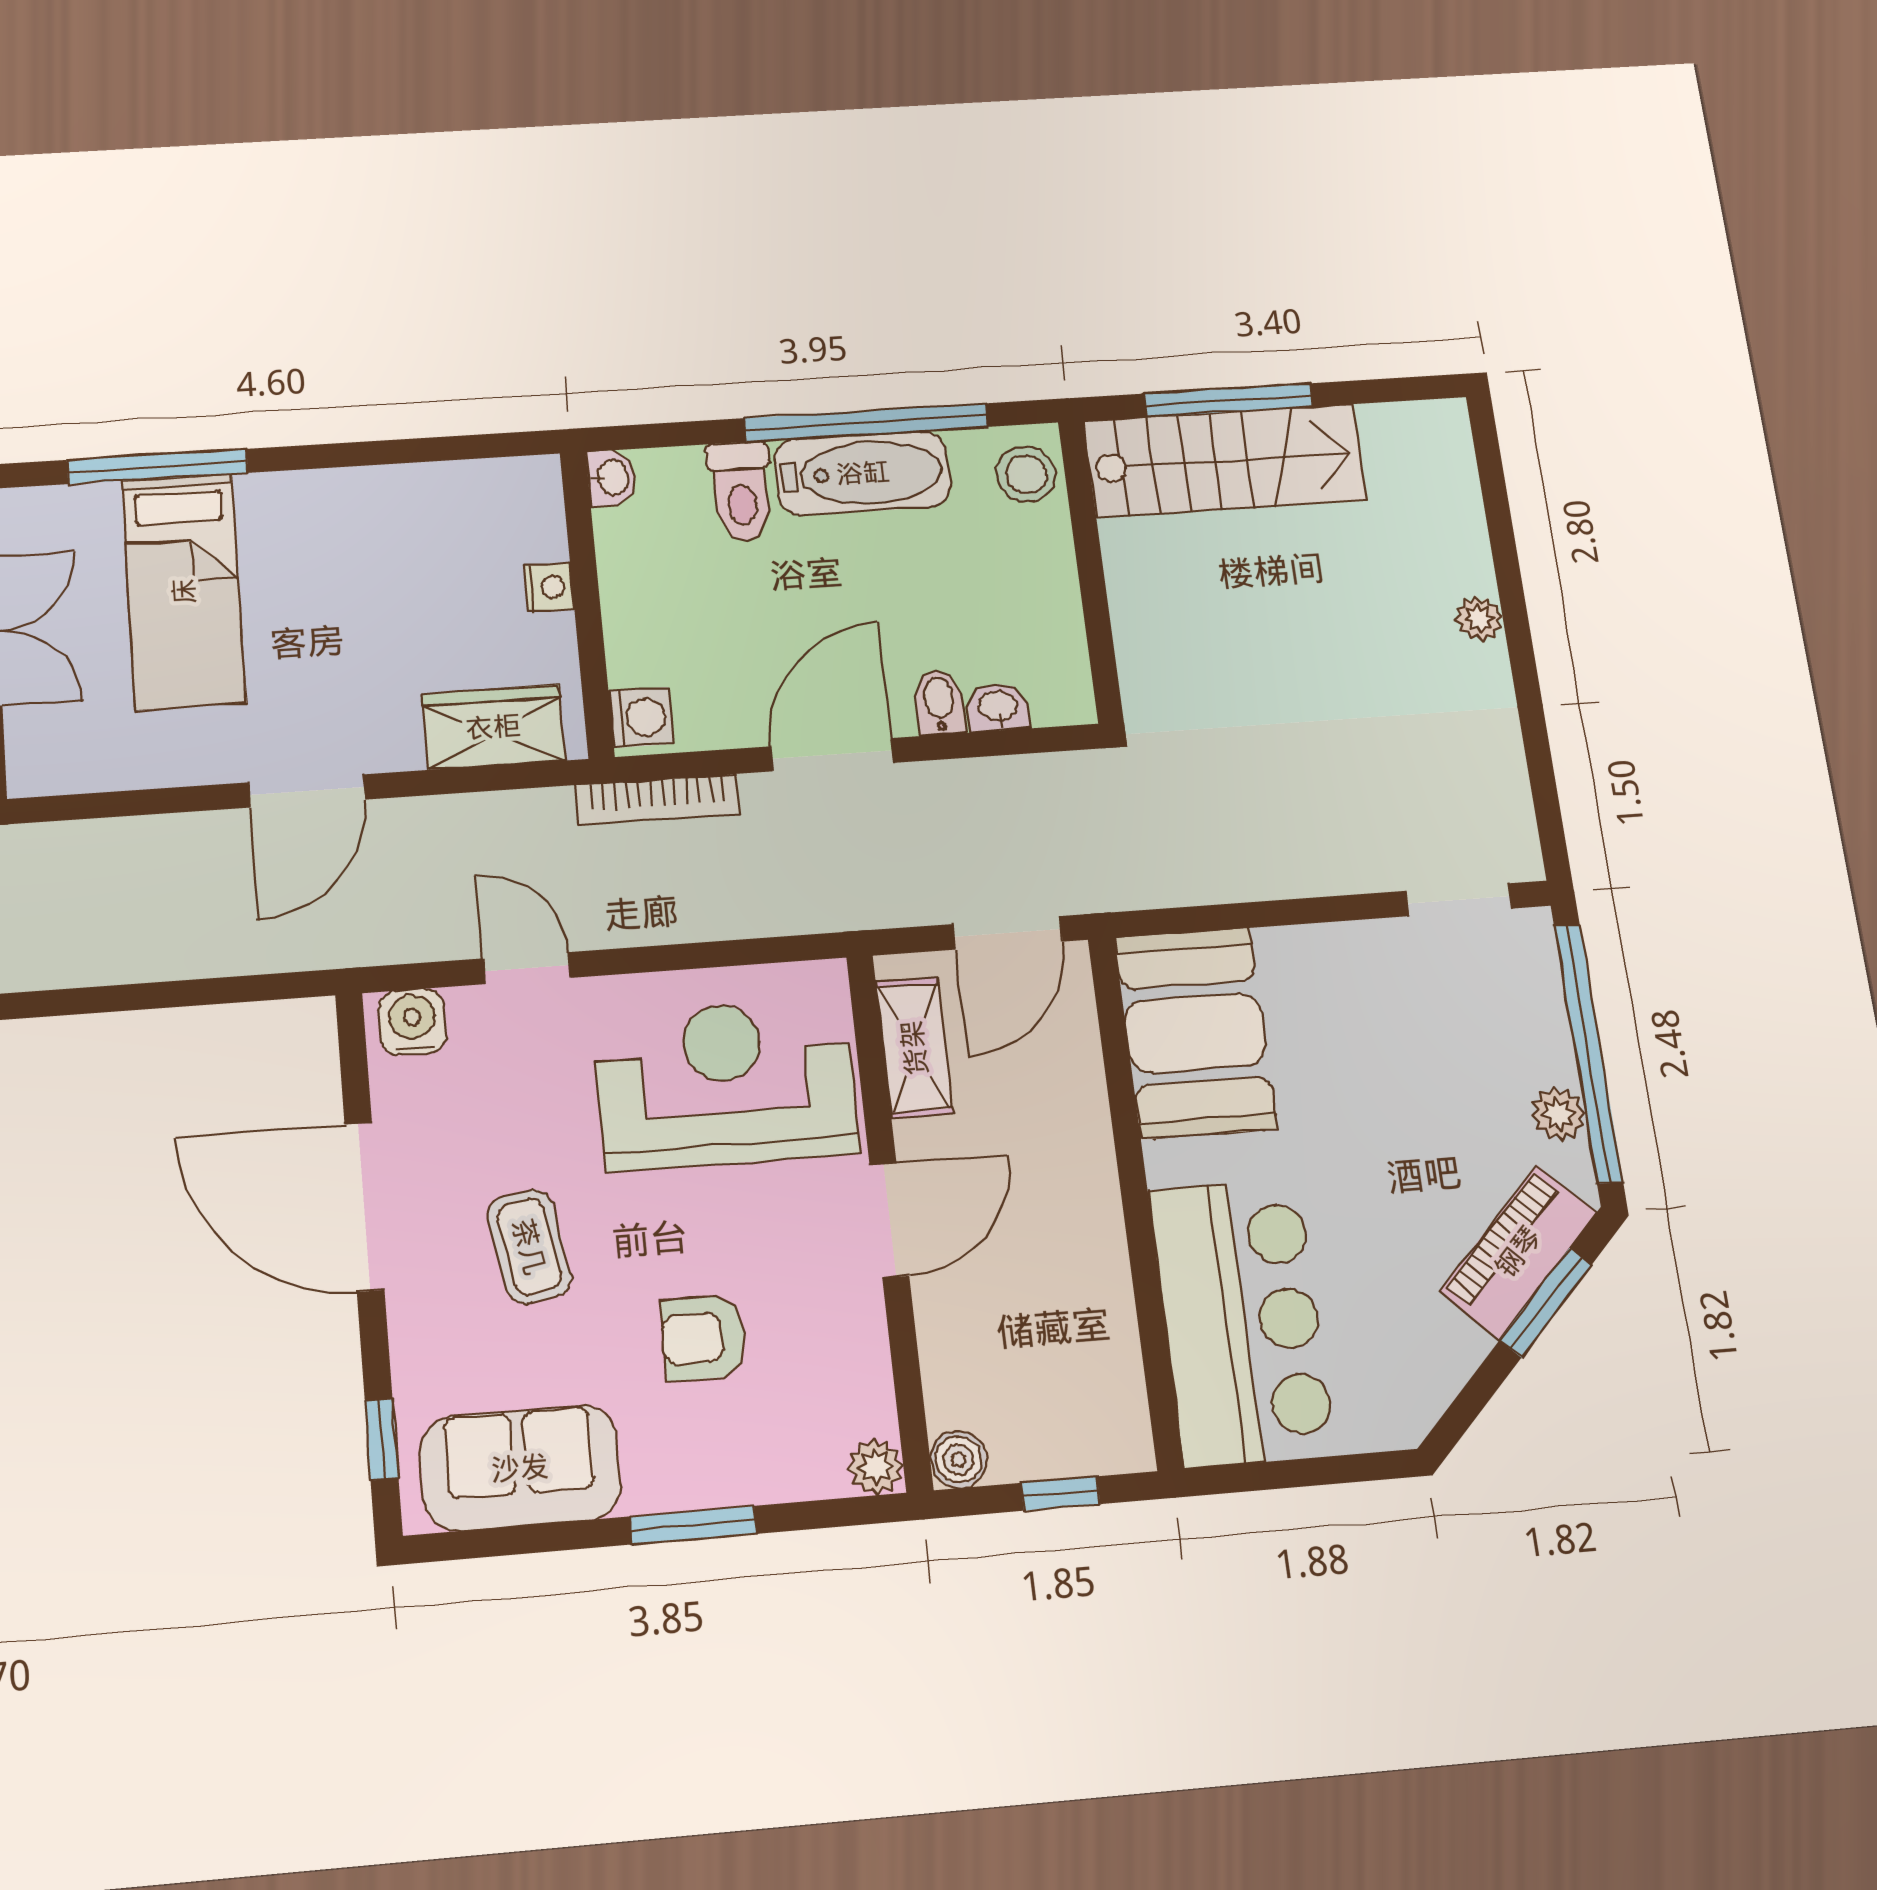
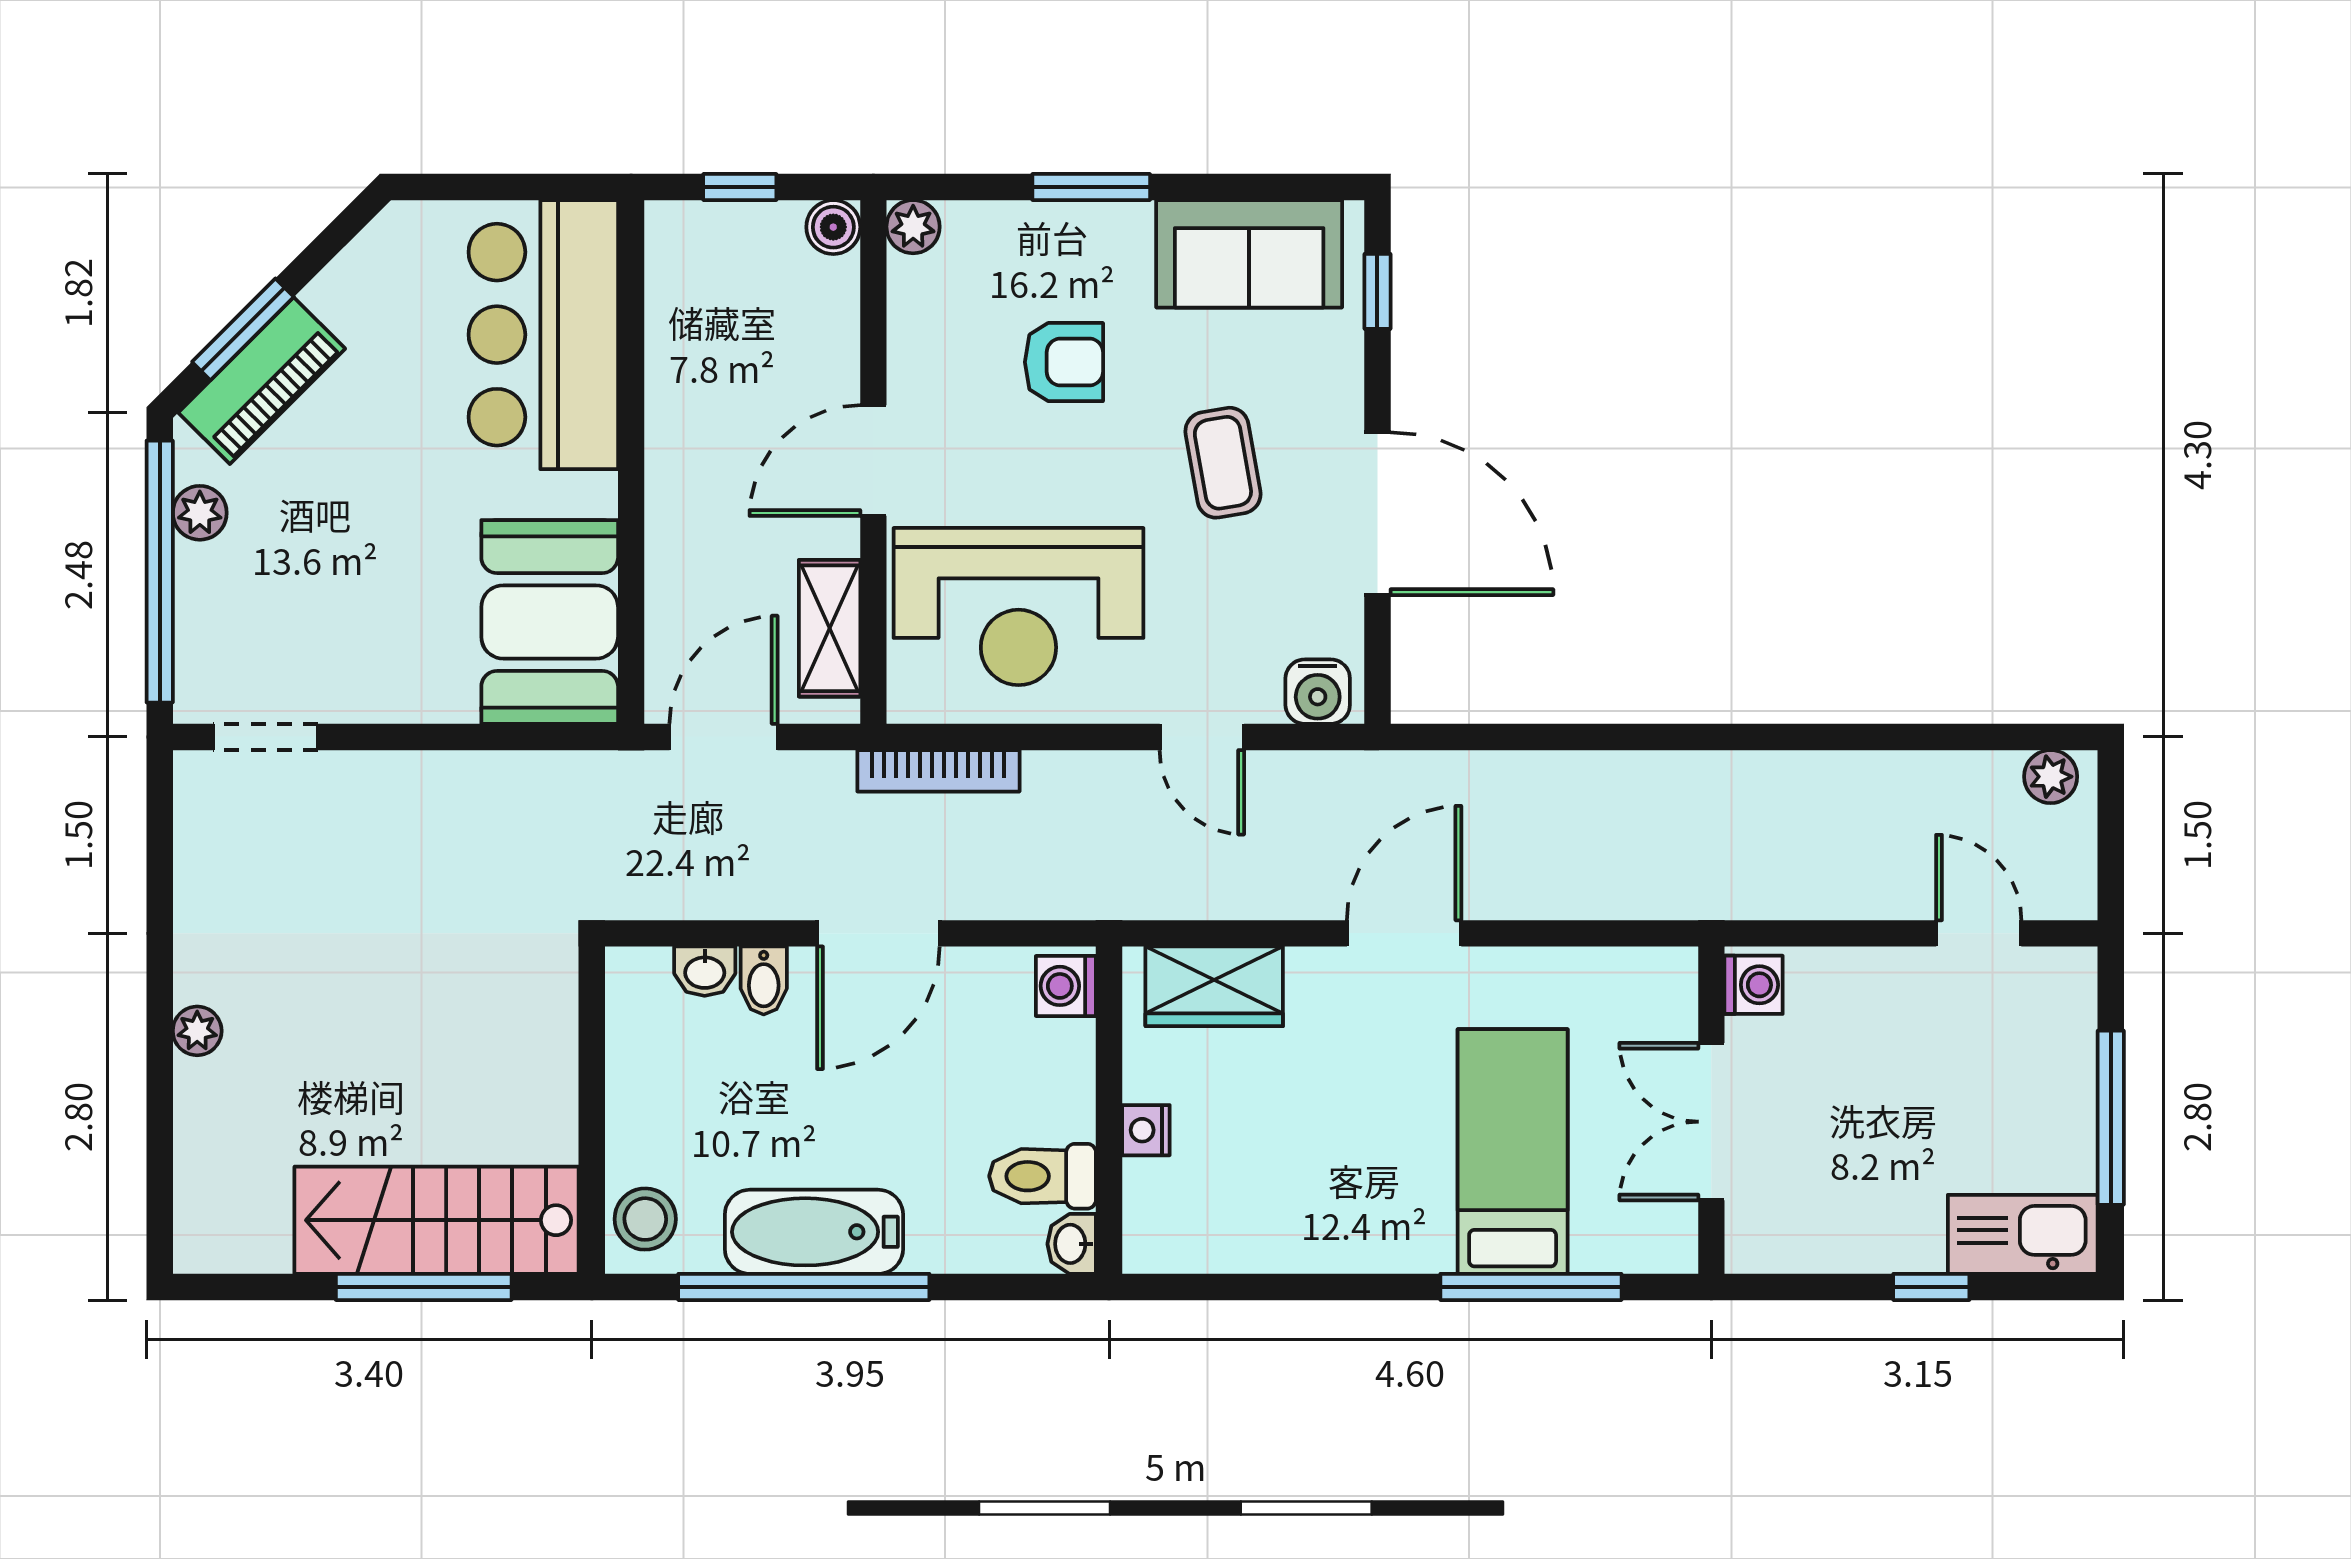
toilet: (741, 491) -> (1043, 1176), moved, turned -90
bookcase: (657, 799) -> (938, 771), moved, turned 180

